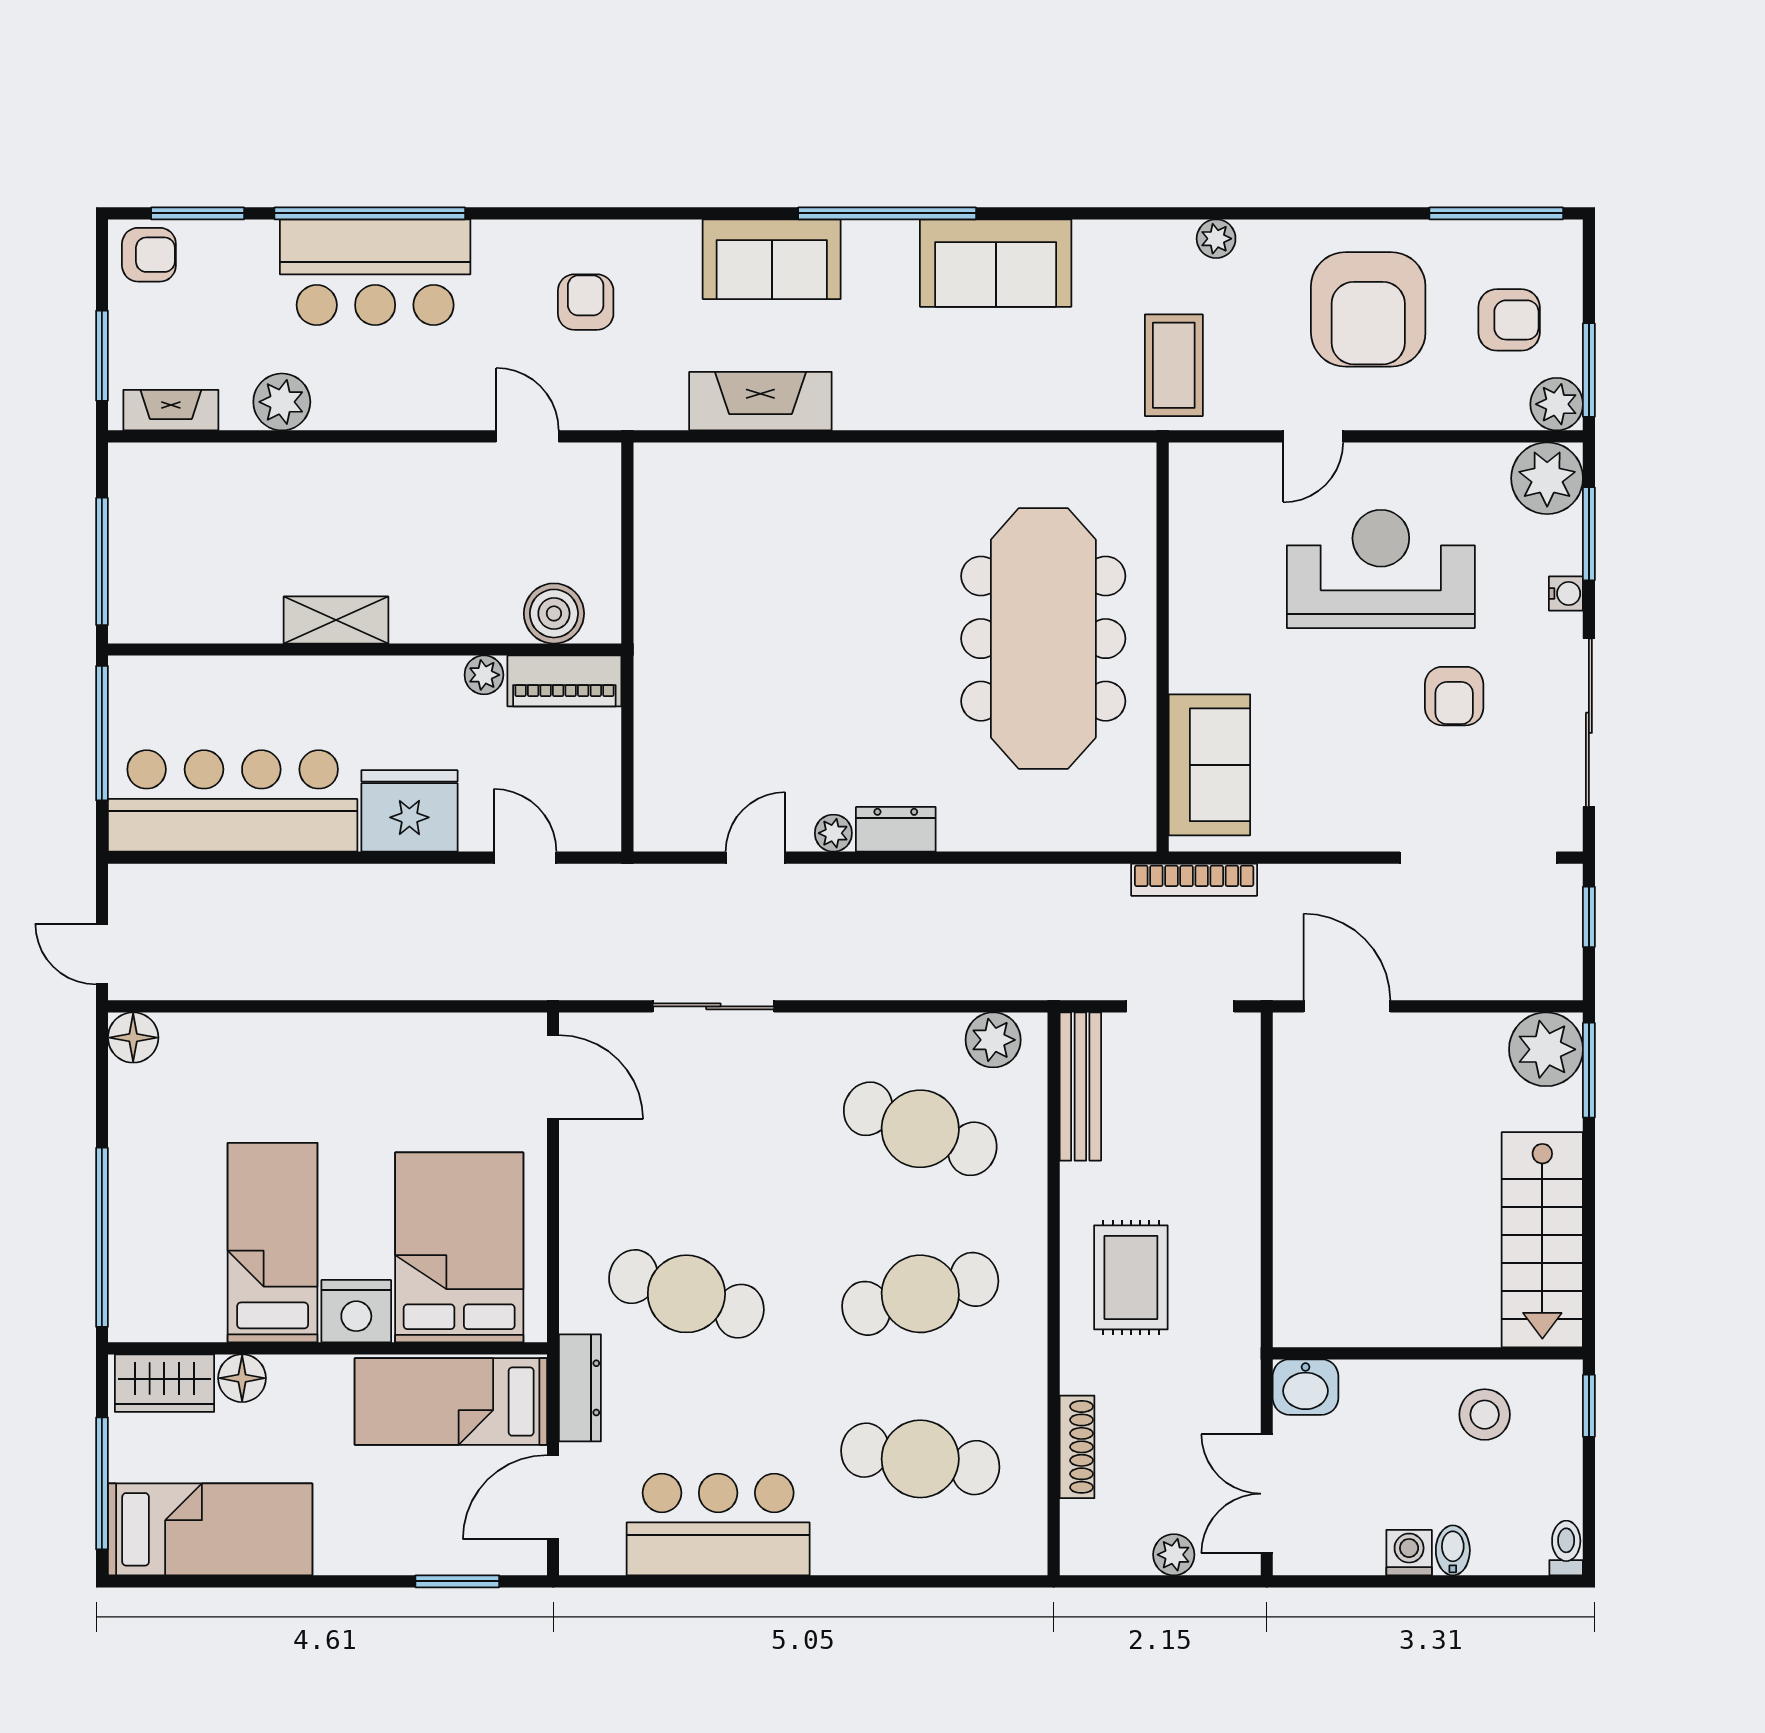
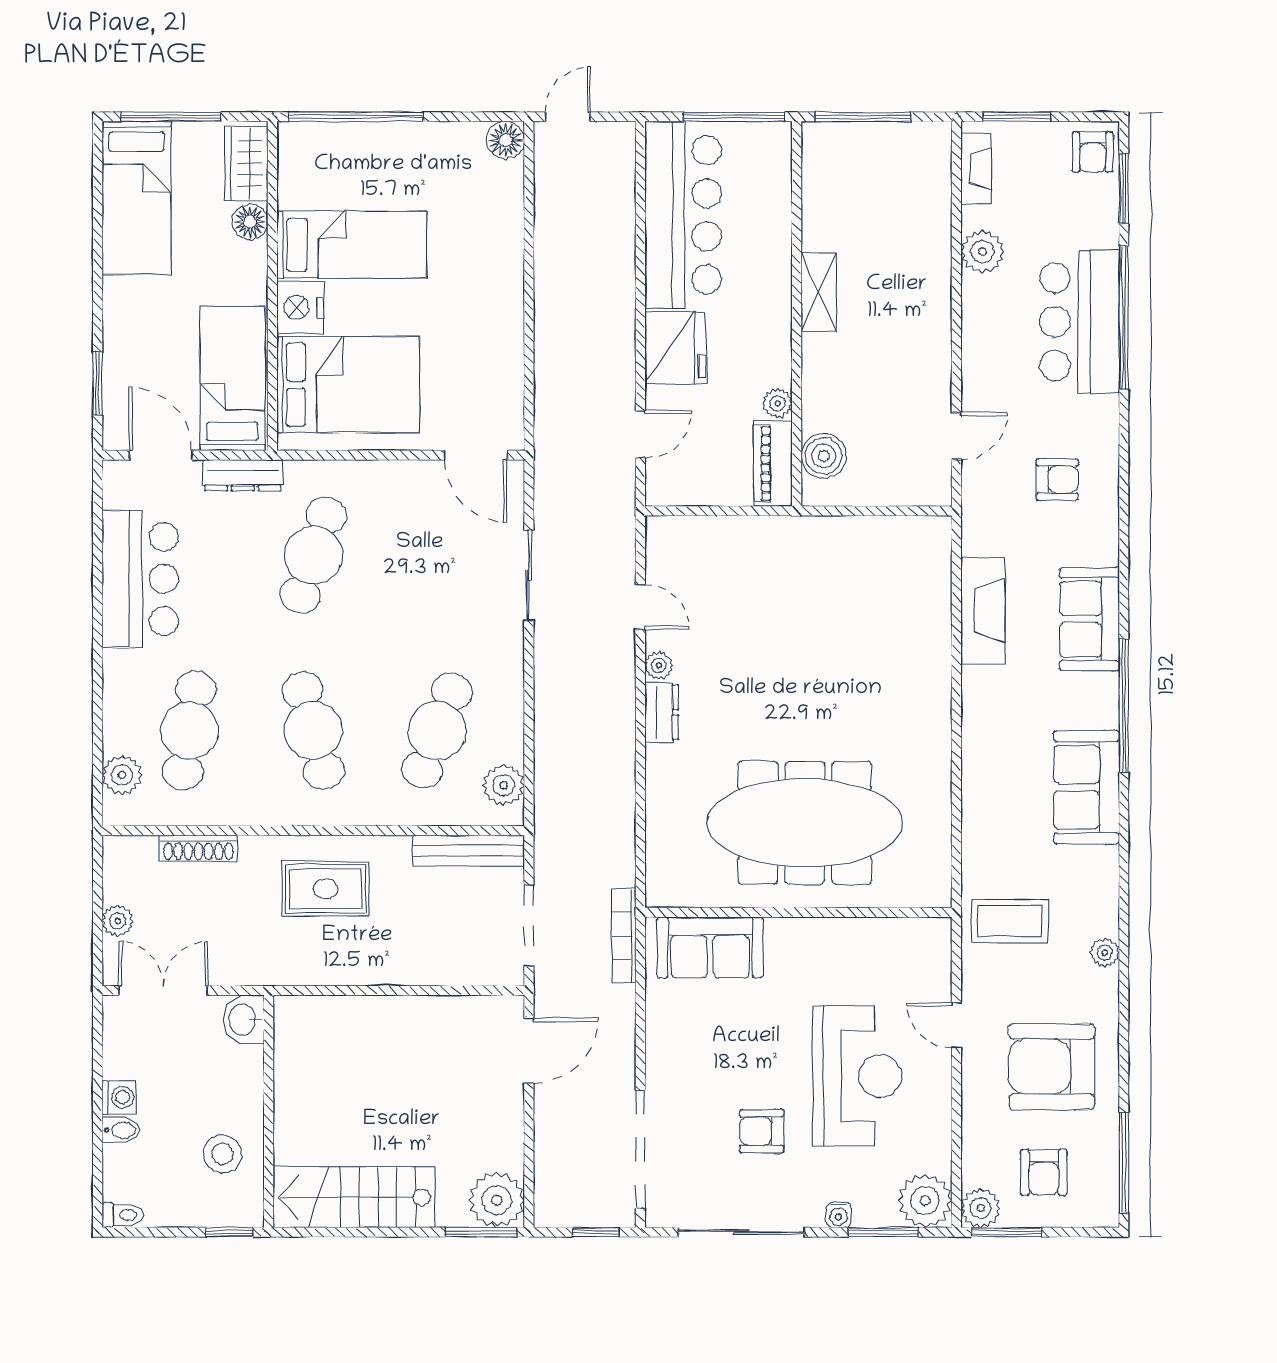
door: (553, 1077) -> (476, 455), hinge flipped
plant: (980, 1549) -> (122, 775), added

